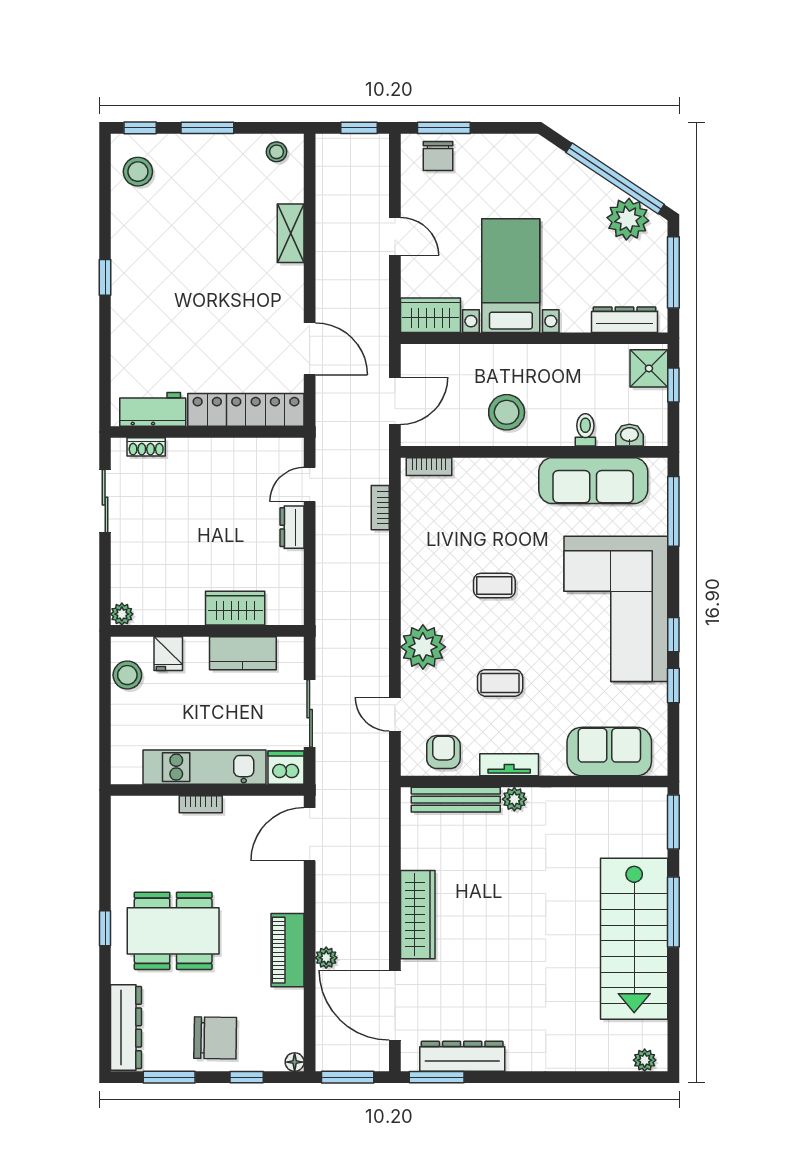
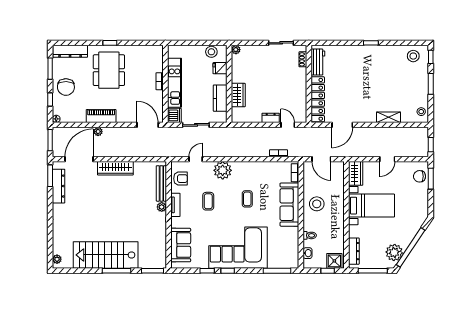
sofa: (593, 481) -> (289, 205), moved

